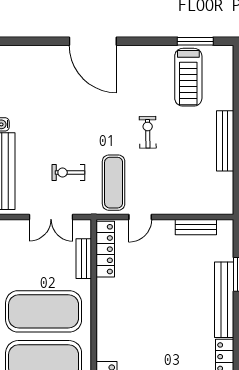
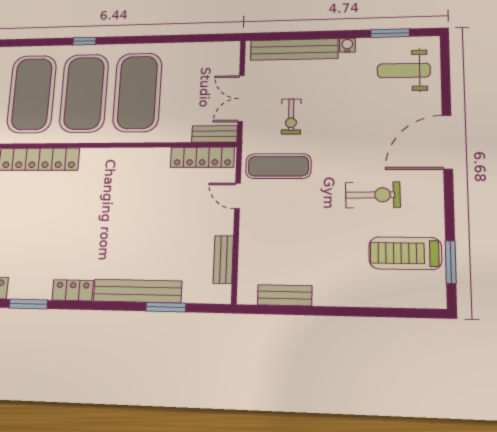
weight bench: (27, 76) -> (404, 70), added
exercise bike: (148, 132) -> (373, 195), moved, width x1.38, depth x1.39
bench: (225, 141) -> (285, 295), moved, width x0.73
exercise bike: (68, 173) -> (291, 116), turned 180
bench: (84, 259) -> (215, 134), moved

